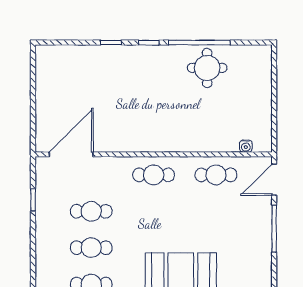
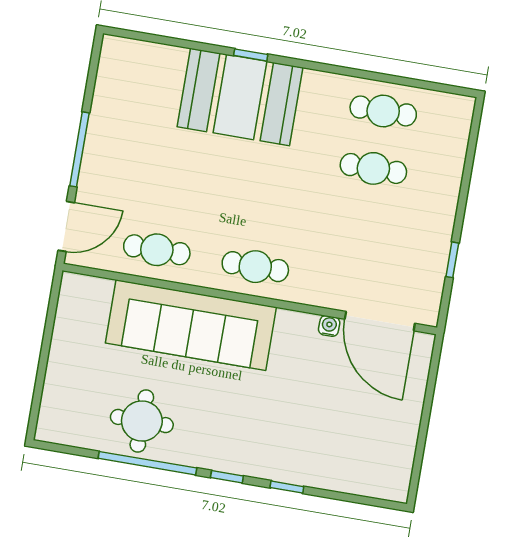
sofa: (187, 132) -> (191, 325), added
water cooler: (246, 146) -> (329, 326), moved
door: (71, 154) -> (380, 321), hinge flipped
cafe table: (91, 211) -> (364, 226), removed

